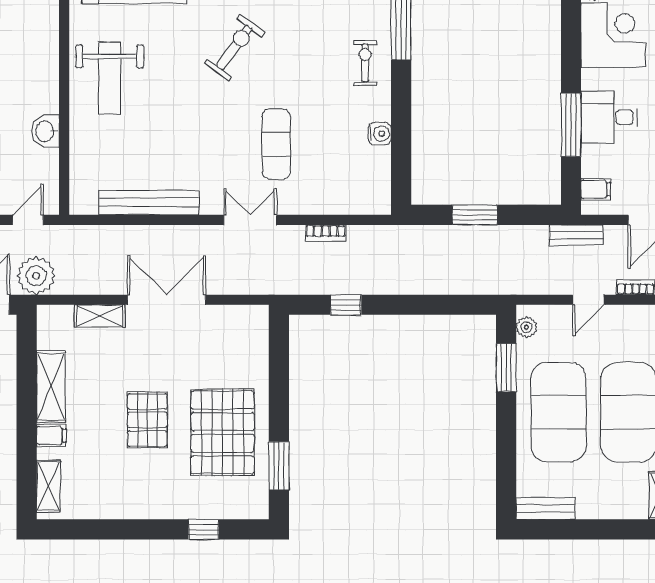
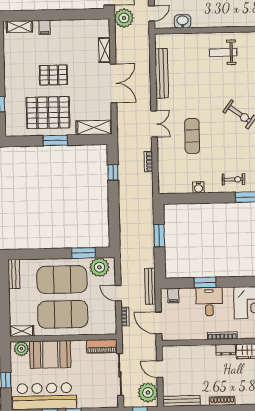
weight bench: (110, 78) -> (223, 52), width x0.73, depth x0.75
window: (571, 125) -> (205, 283), width x0.69
washbasin: (45, 131) -> (183, 21), moved
exercise mat: (276, 144) -> (192, 136), turned 90
door: (28, 220) -> (152, 13), hinge flipped
bench: (576, 235) -> (150, 286), width x1.36
plant: (526, 327) -> (99, 267), width x1.88, depth x1.88
shelving: (51, 387) -> (94, 127), moved
window: (279, 466) -> (55, 140), moved

